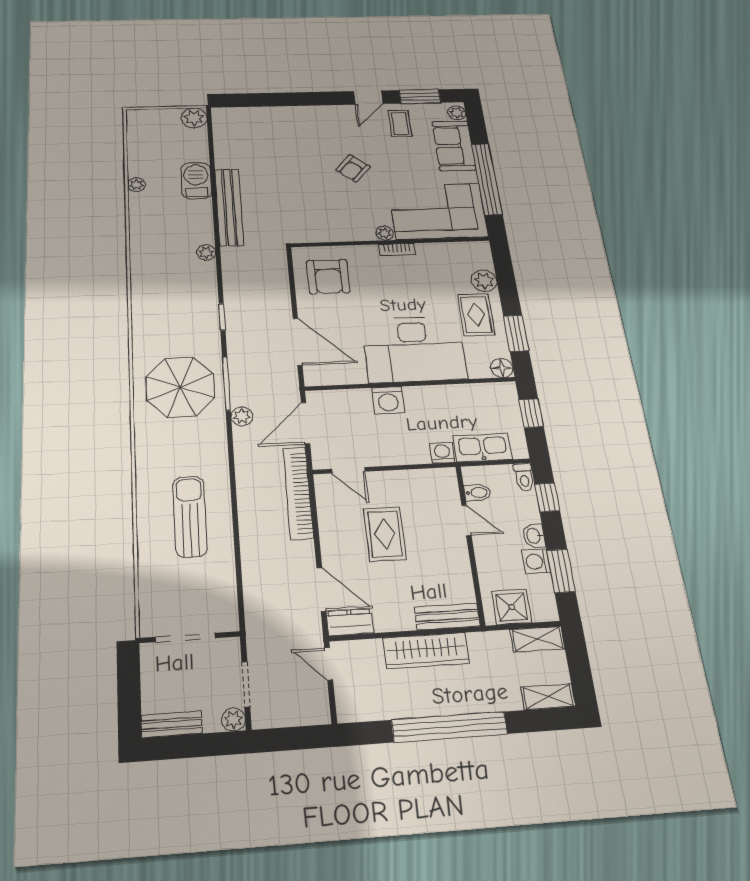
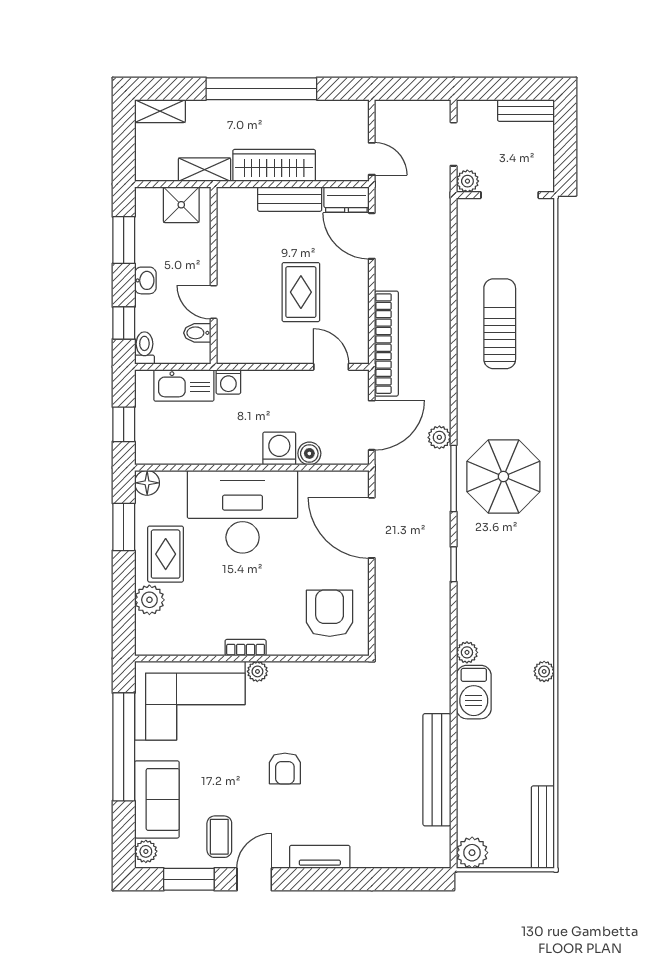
tv unit: (318, 113) -> (320, 857), added
bench: (136, 136) -> (543, 827), added
armchair: (353, 168) -> (285, 768), turned 139
barbecue: (196, 181) -> (474, 692), moved
plant: (136, 185) -> (544, 671), moved
bench: (229, 207) -> (437, 770), moved
boiler: (360, 398) -> (309, 453), added
sun lounger: (190, 516) -> (500, 324), turned 180
washing machine: (536, 561) -> (148, 252), removed
bench: (447, 617) -> (290, 199), moved
shelving: (537, 639) -> (204, 170), moved
plant: (233, 720) -> (467, 181), moved

